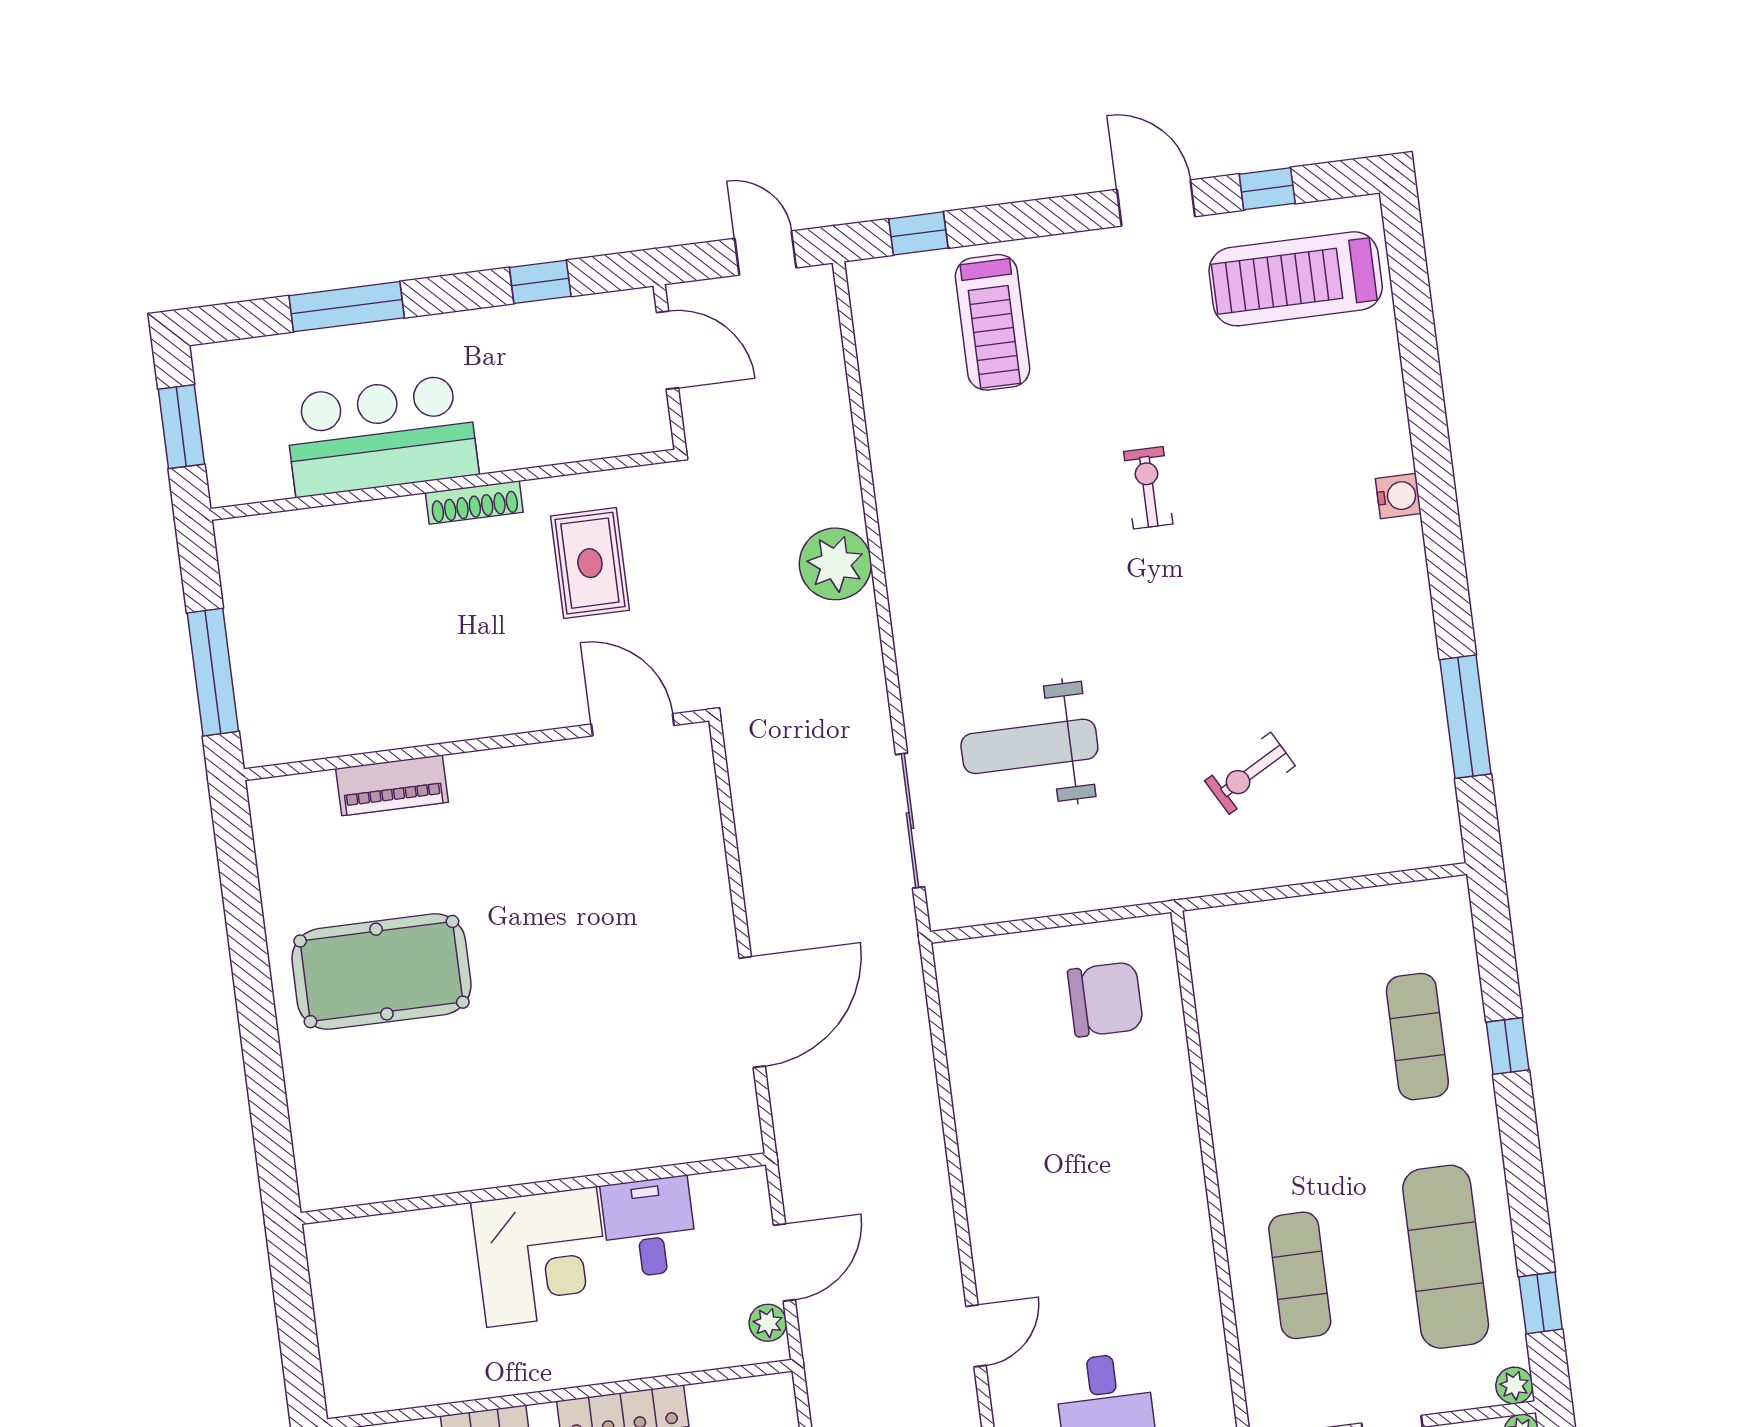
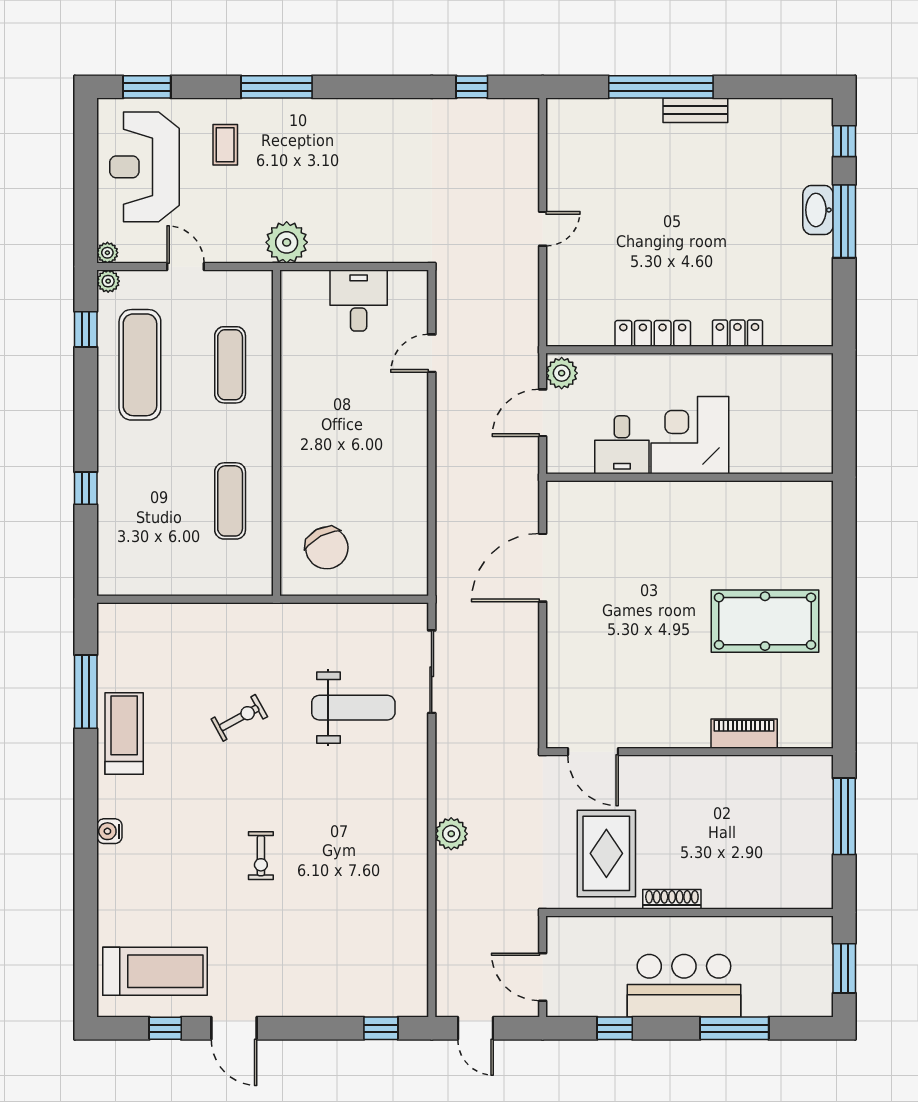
treadmill: (993, 322) -> (124, 734), moved
bar counter: (381, 436) -> (684, 986), moved, turned 180
rug: (590, 563) -> (606, 853), width x1.36, depth x1.43
plant: (835, 564) -> (451, 834), width x0.73, depth x0.73
exercise bike: (1250, 773) -> (239, 718), moved
chair: (1105, 999) -> (327, 548), turned -118
exercise mat: (1417, 1037) -> (230, 501), moved
plant: (768, 1323) -> (562, 373), width x1.38, depth x1.38

